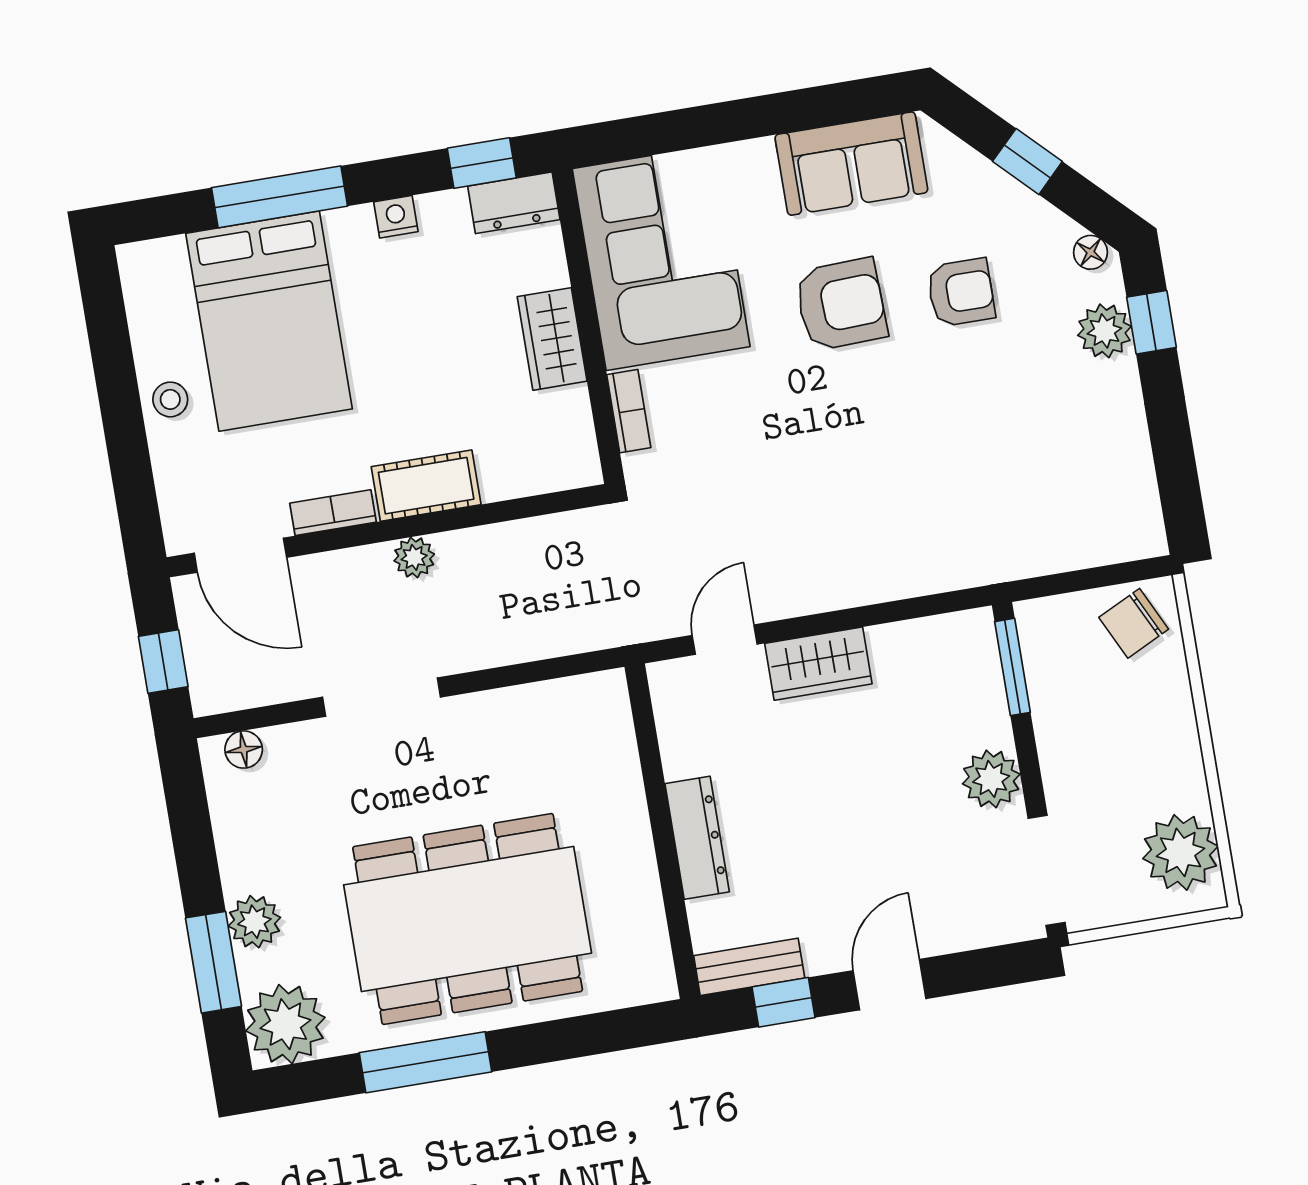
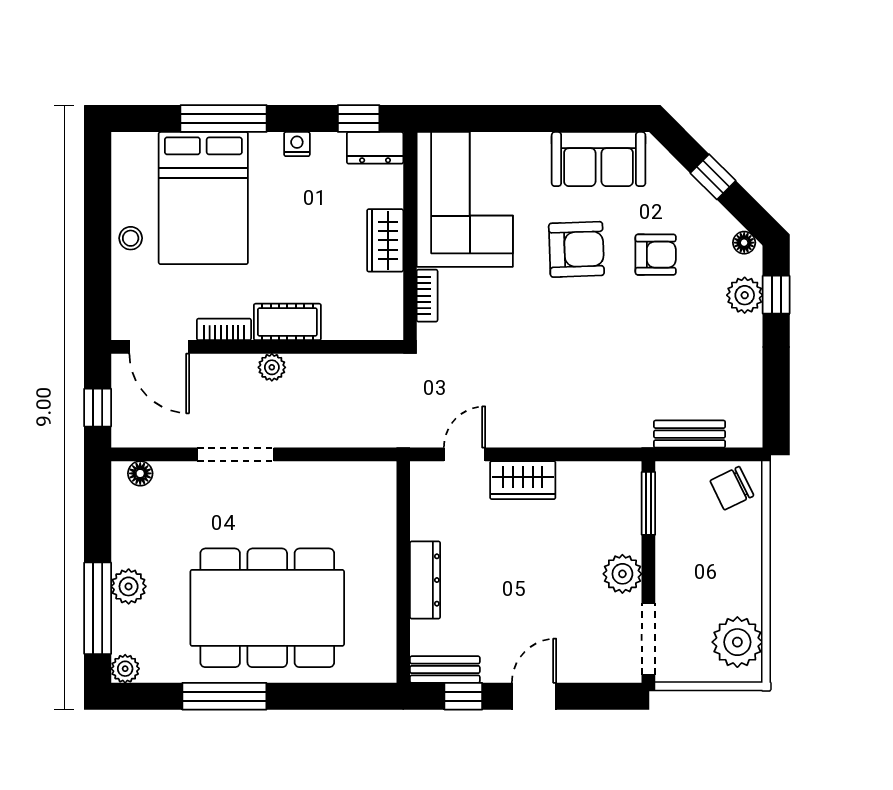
bench: (1057, 553) -> (690, 434), added
window: (214, 962) -> (98, 608), width x1.44
plant: (285, 1024) -> (125, 669), width x0.53, depth x0.53

